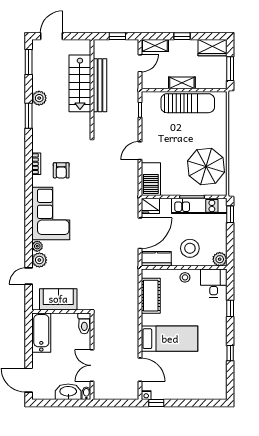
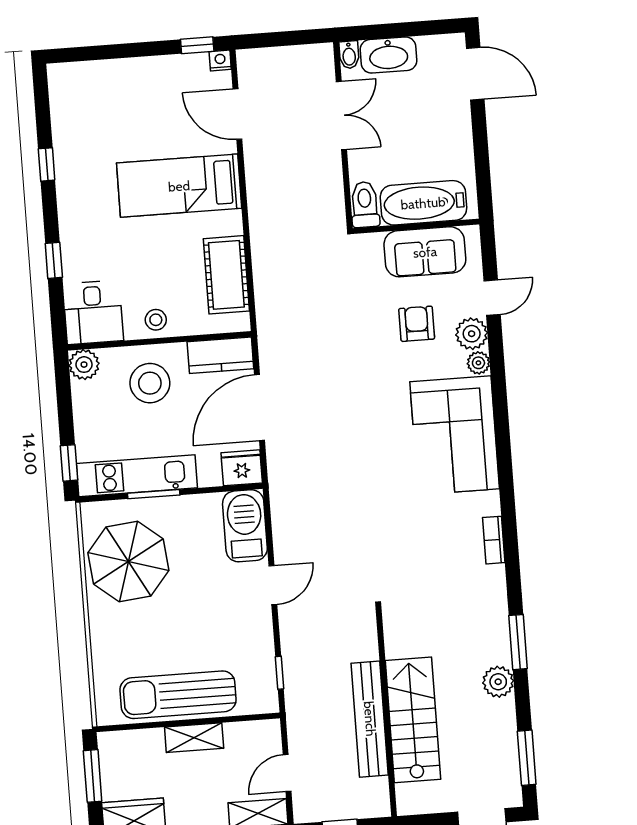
armchair: (61, 170) -> (417, 324), moved
bathtub: (41, 333) -> (423, 203), moved, turned 90

